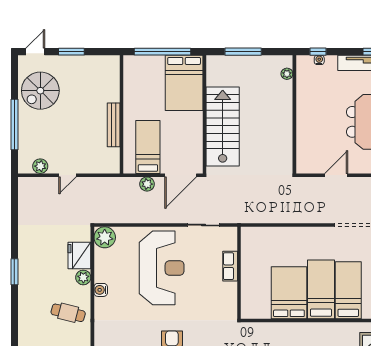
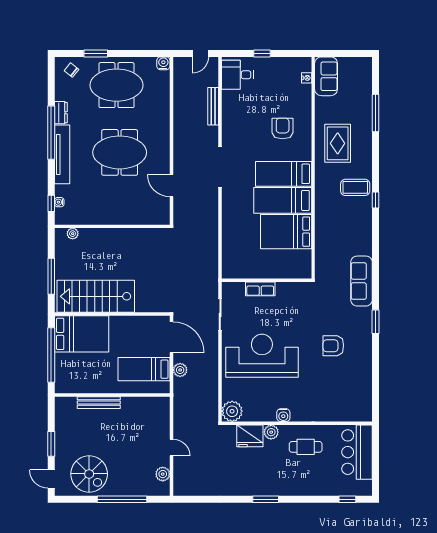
bench: (114, 125) -> (99, 403), moved
stairs: (223, 127) -> (96, 296), moved
cafe table: (68, 313) -> (306, 447), turned 76

